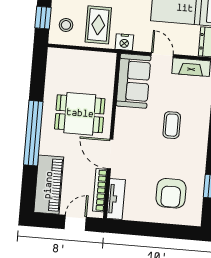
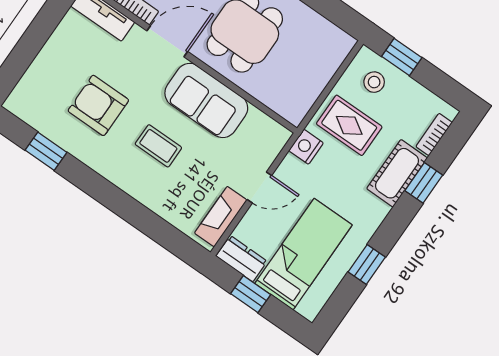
sofa: (133, 81) -> (206, 100), moved
armchair: (171, 193) -> (98, 105), moved

